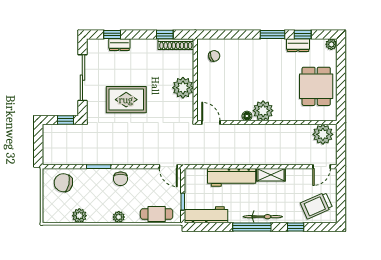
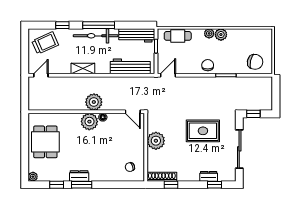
dresser: (298, 45) -> (79, 176), moved
plant: (323, 134) -> (94, 102), moved
door: (168, 167) -> (168, 75), hinge flipped
workbench: (232, 177) -> (130, 66), moved
plant: (79, 216) -> (221, 35), moved
bicycle: (263, 217) -> (96, 36), width x1.37, depth x1.40

